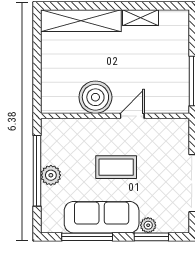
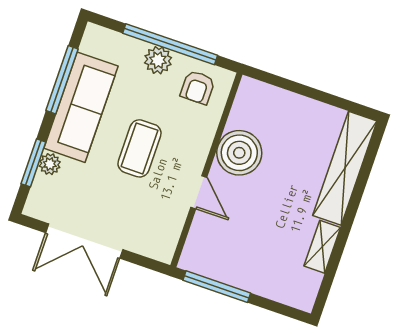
armchair: (60, 142) -> (198, 87), added

